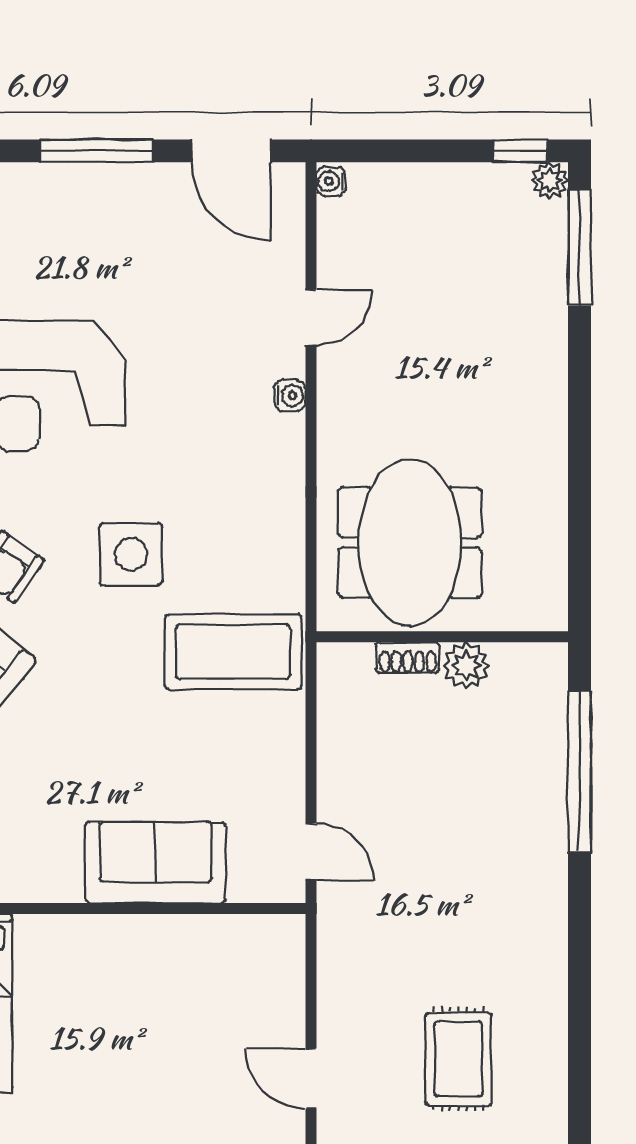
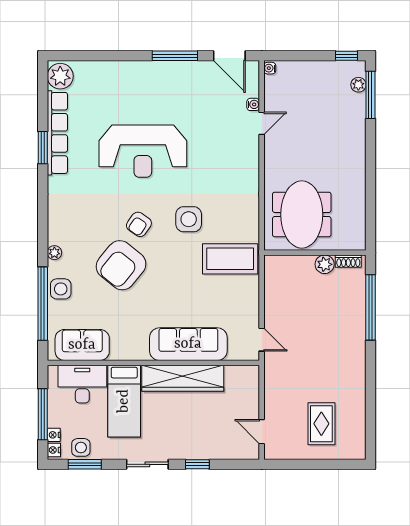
plant: (550, 181) -> (358, 85), moved
water cooler: (290, 396) -> (253, 104), moved
shoe rack: (408, 658) -> (348, 261), moved
sofa: (155, 862) -> (188, 344), width x1.36
wardrobe: (116, 947) -> (183, 378), added

